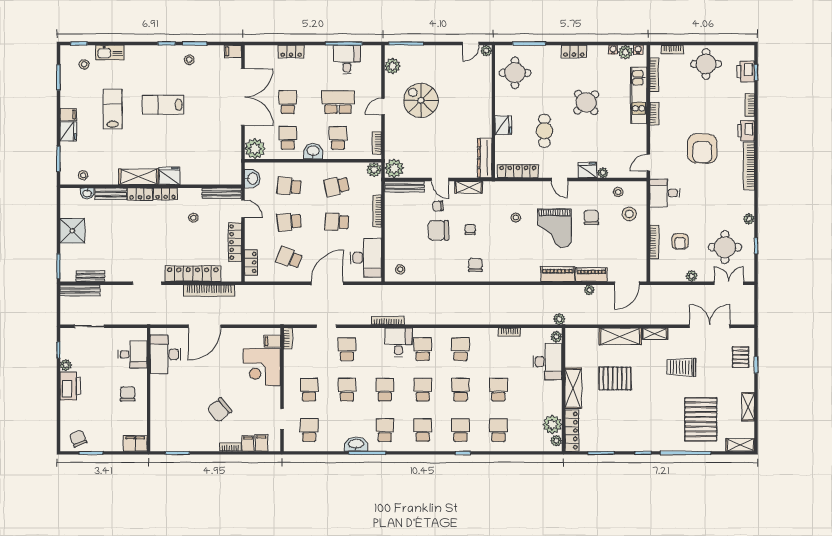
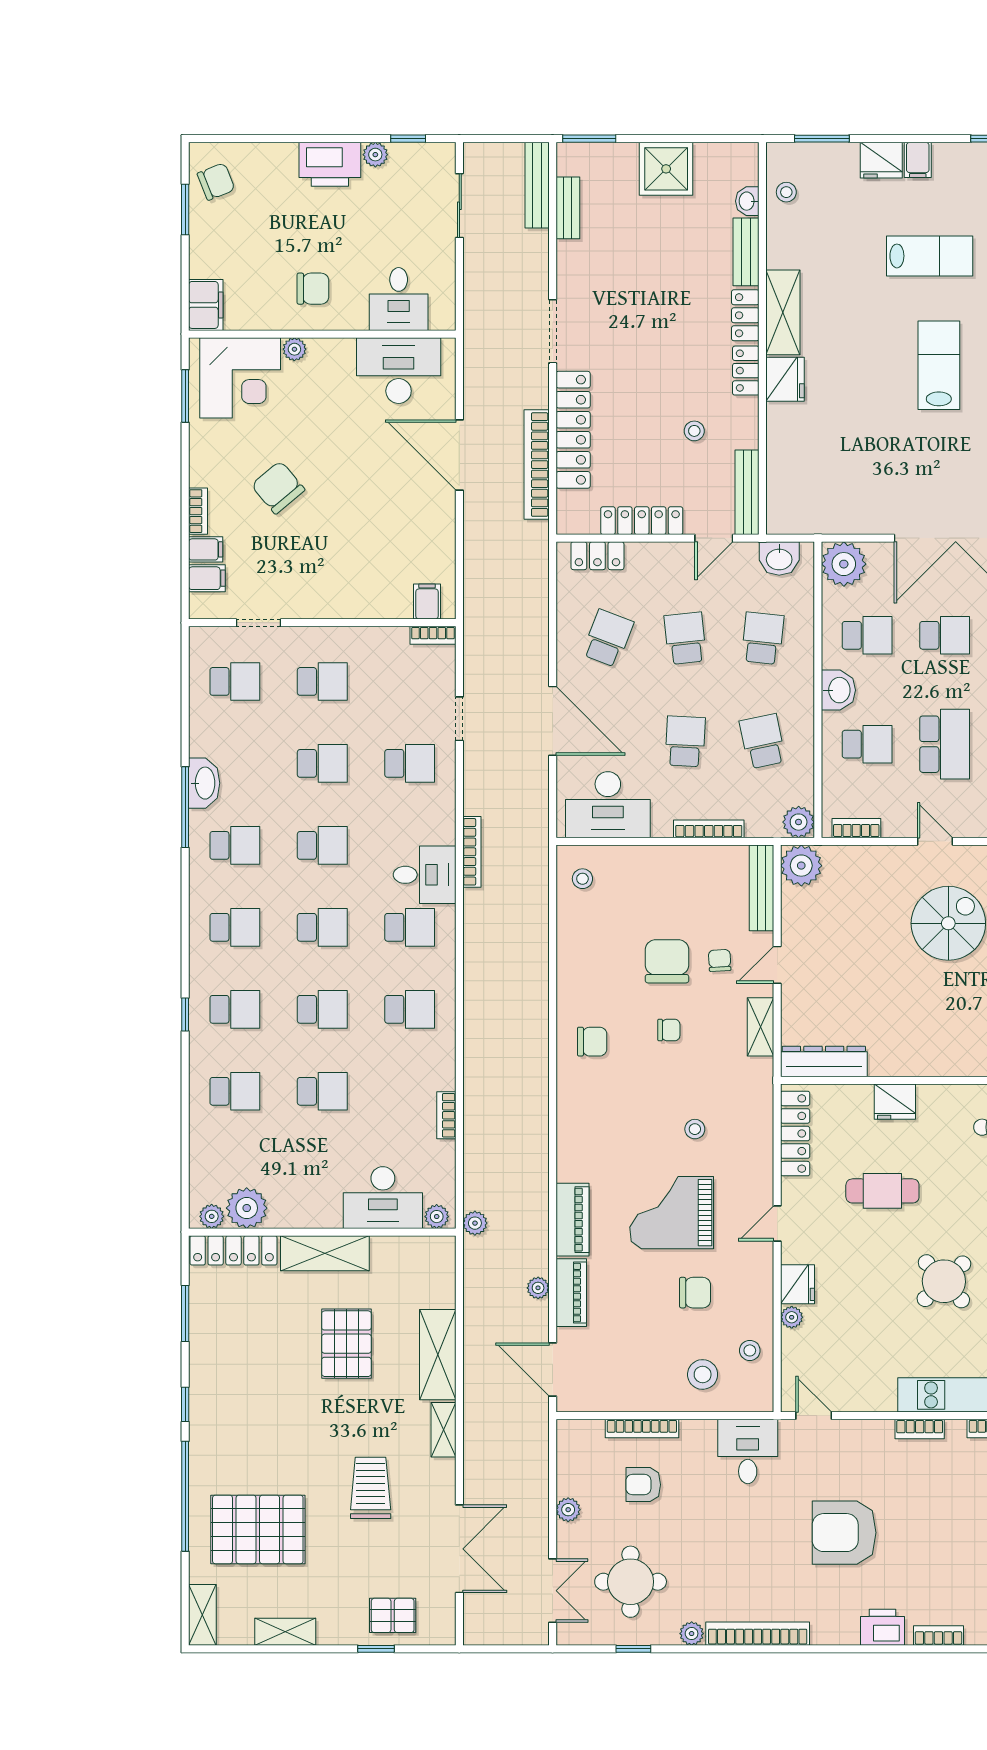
bookcase: (749, 166) -> (758, 1634), moved
corner desk: (262, 367) -> (240, 378), moved, turned 180
plant: (156, 402) -> (294, 349), added

